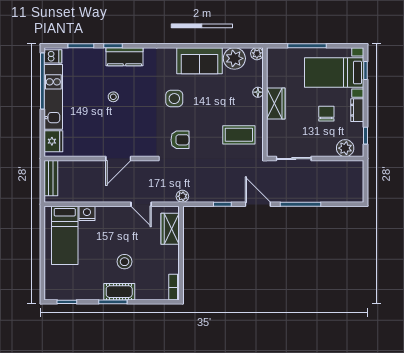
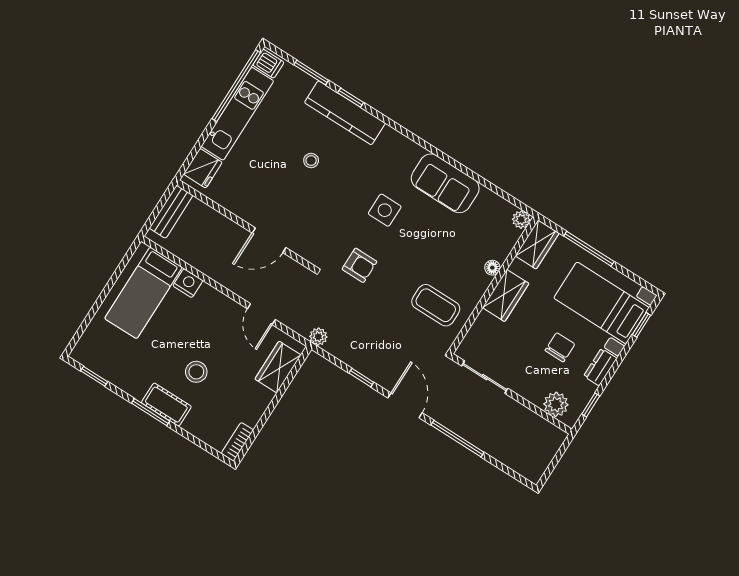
kitchen counter: (124, 57) -> (345, 113), width x1.50
plant: (234, 58) -> (490, 208), removed
wardrobe: (275, 62) -> (537, 245), added

